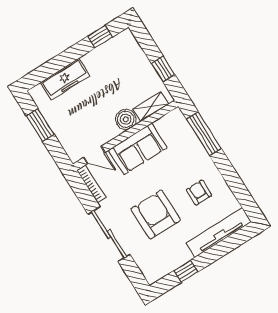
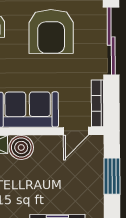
window: (40, 125) -> (112, 176), moved
door: (94, 155) -> (76, 131), swing flipped

